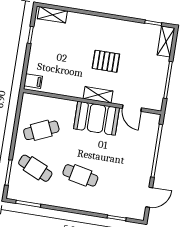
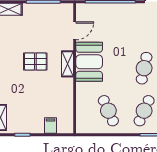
pallet: (106, 61) -> (35, 61), turned 90
filing cabinet: (33, 81) -> (51, 126), moved

